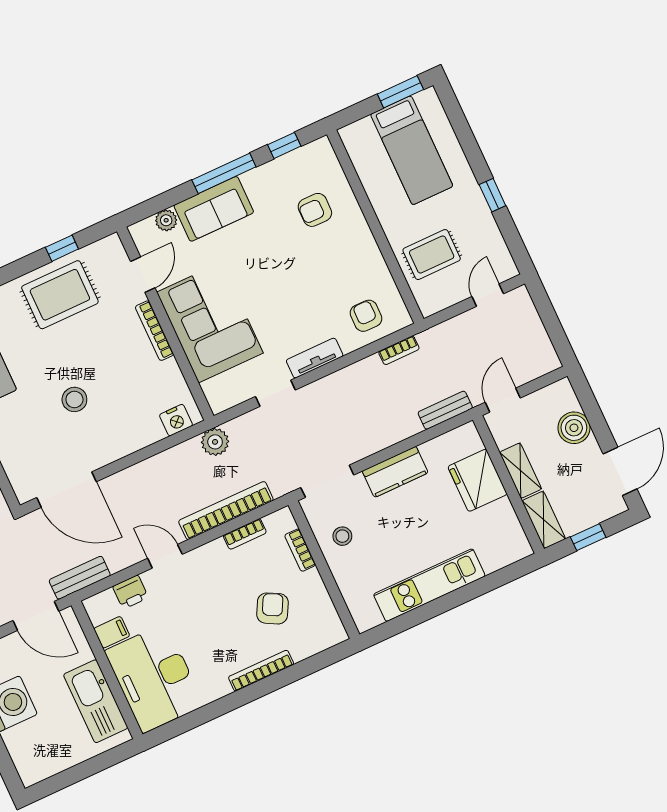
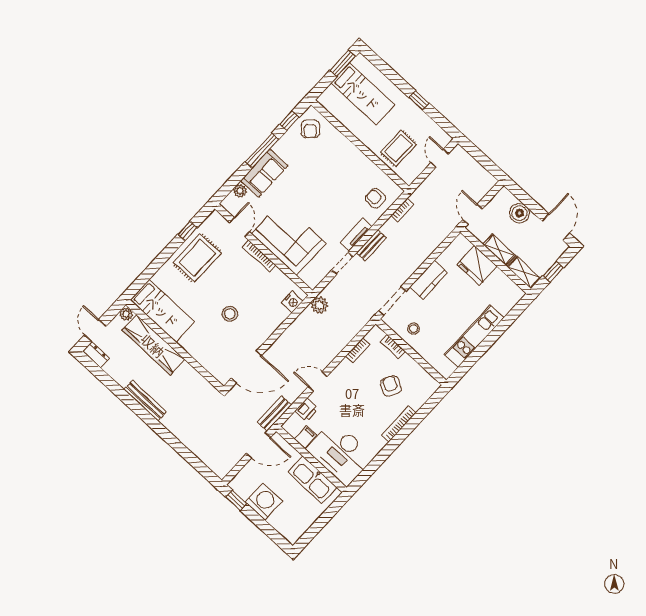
armchair: (315, 210) -> (310, 129), moved, turned -44
bench: (445, 410) -> (371, 245), moved
bookcase: (226, 510) -> (342, 341), removed

